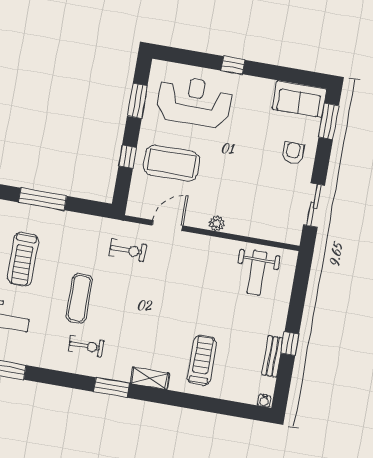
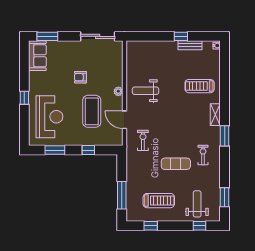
reception desk: (194, 101) -> (49, 117), turned 180
armchair: (293, 153) -> (80, 77), moved
coffee table: (172, 163) -> (92, 111), moved
sliding door: (314, 205) -> (98, 36), width x1.37
weight bench: (257, 273) -> (146, 91), moved, turned 180

